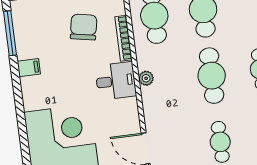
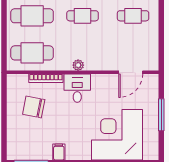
cafe table: (212, 76) -> (83, 16), width x0.73, depth x0.74

